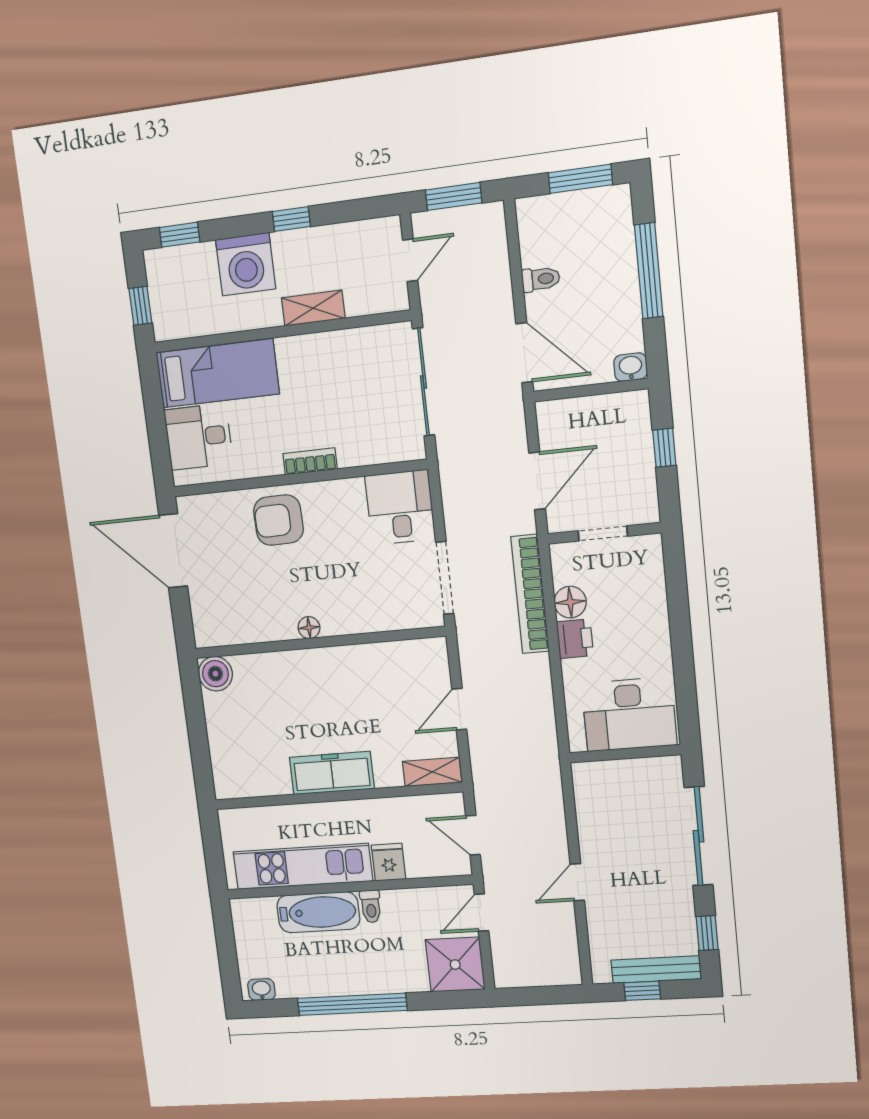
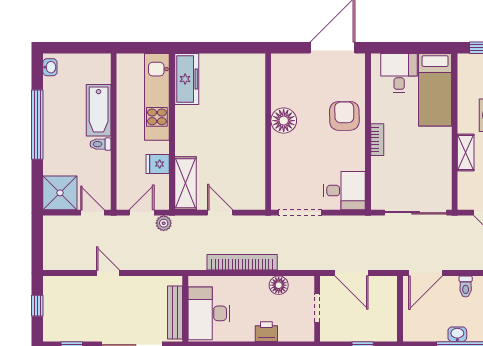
washbasin: (631, 367) -> (457, 334), moved, turned -90
bookcase: (530, 594) -> (242, 262), moved
floor lamp: (309, 628) -> (284, 121), width x1.89, depth x1.89
printer: (575, 639) -> (266, 332), moved, turned 180
boiler: (215, 674) -> (254, 64), removed
shelving: (432, 772) -> (185, 183), width x1.50, depth x1.33
freezer: (332, 773) -> (187, 79), moved
plant: (486, 799) -> (164, 223), added
fridge: (389, 862) -> (158, 164), moved, turned 180
kitchen unit: (303, 866) -> (157, 97), moved, turned 180
bench: (656, 970) -> (175, 312), moved

